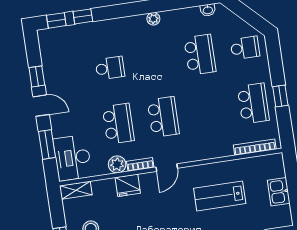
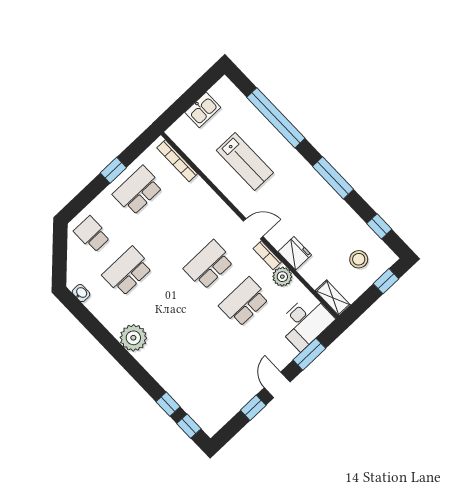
plant: (153, 19) -> (133, 338), width x1.88, depth x1.88
school desk: (110, 68) -> (198, 346), removed

